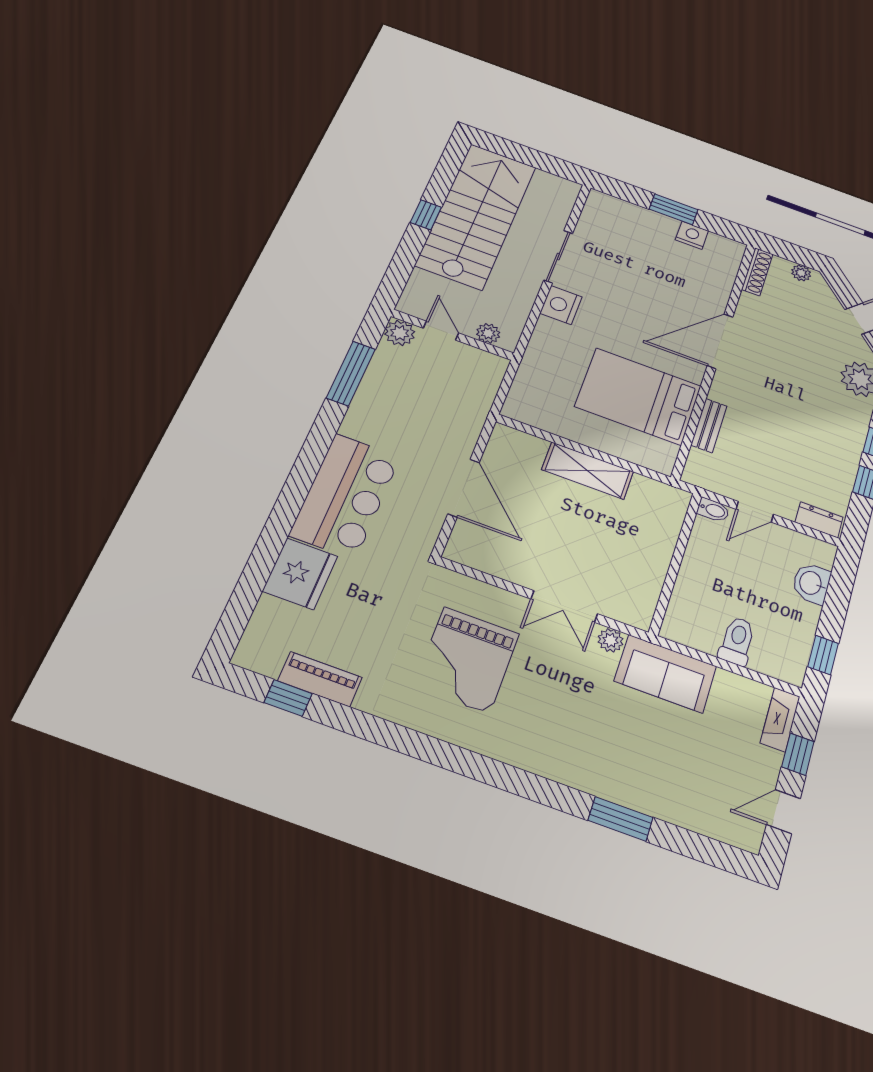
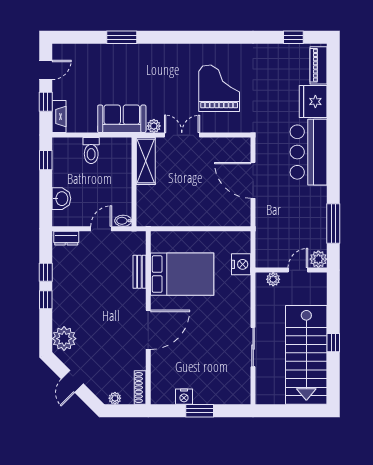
nightstand: (561, 305) -> (241, 264), moved
door: (441, 331) -> (298, 270), swing flipped
shelving: (588, 471) -> (146, 161), moved, turned 90
piano: (320, 679) -> (319, 65), moved, turned 90

